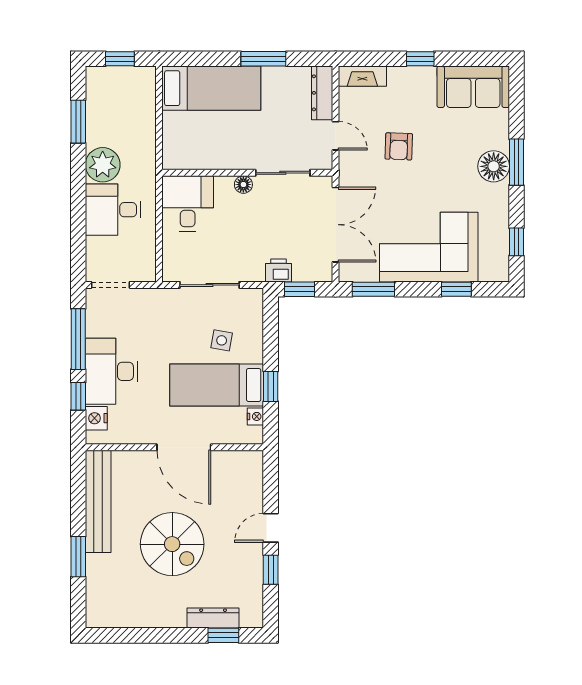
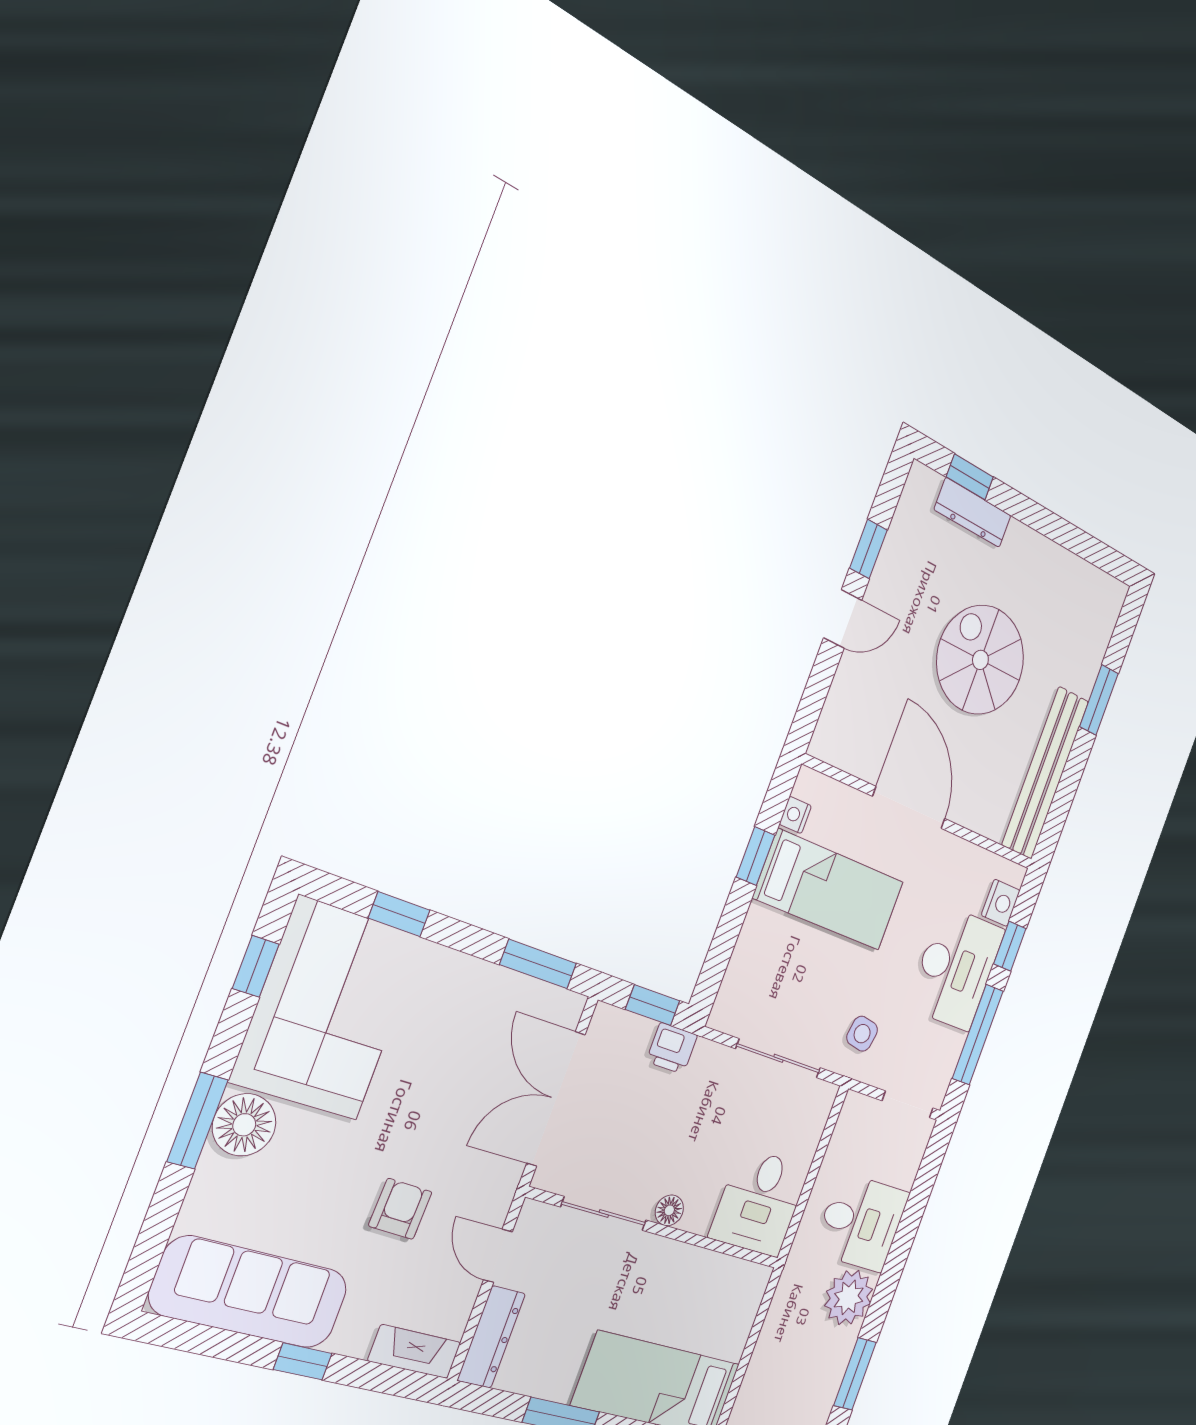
sofa: (473, 87) -> (250, 1292), width x1.36
corner sofa: (429, 247) -> (328, 1009), moved, turned -90
side table: (222, 340) -> (862, 1034), moved

